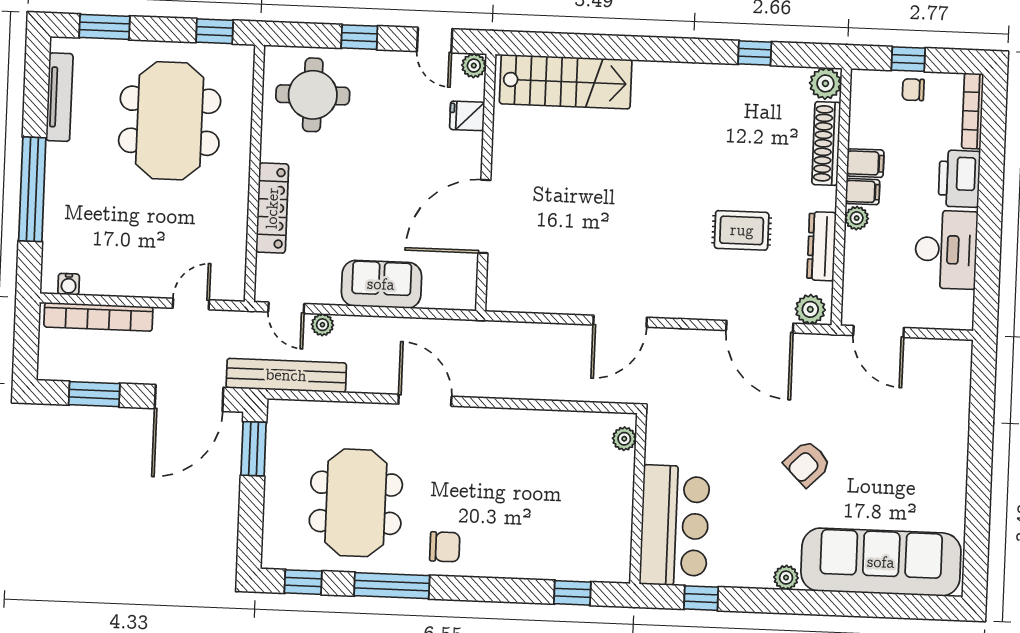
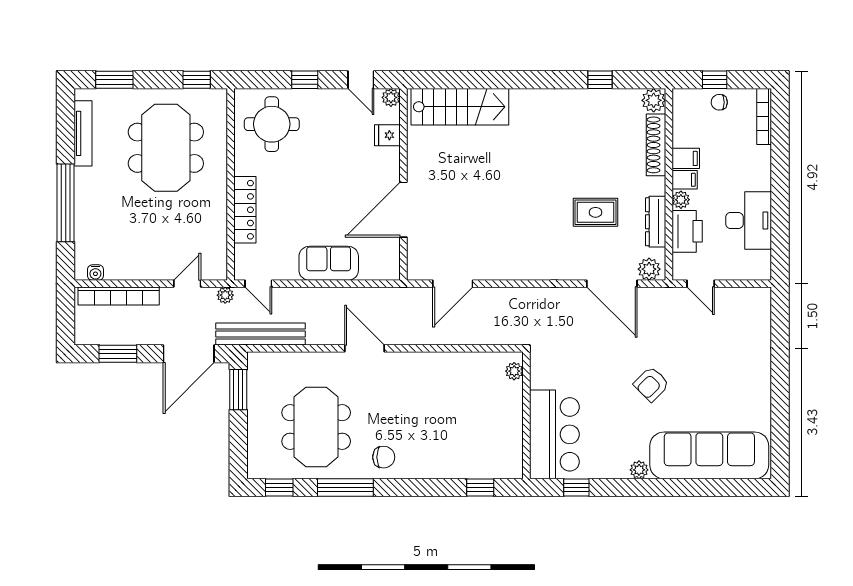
printer: (959, 179) -> (687, 231), moved, turned 180
door: (620, 321) -> (453, 284), moved
plant: (322, 325) -> (225, 295), moved
door: (879, 332) -> (701, 284), width x0.73

